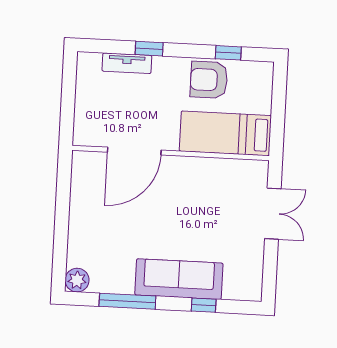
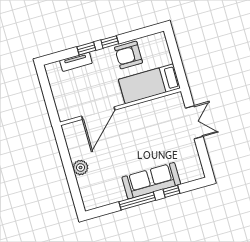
window: (228, 53) -> (110, 42), moved
plant: (77, 280) -> (81, 168), moved
window: (127, 301) -> (137, 201), moved

